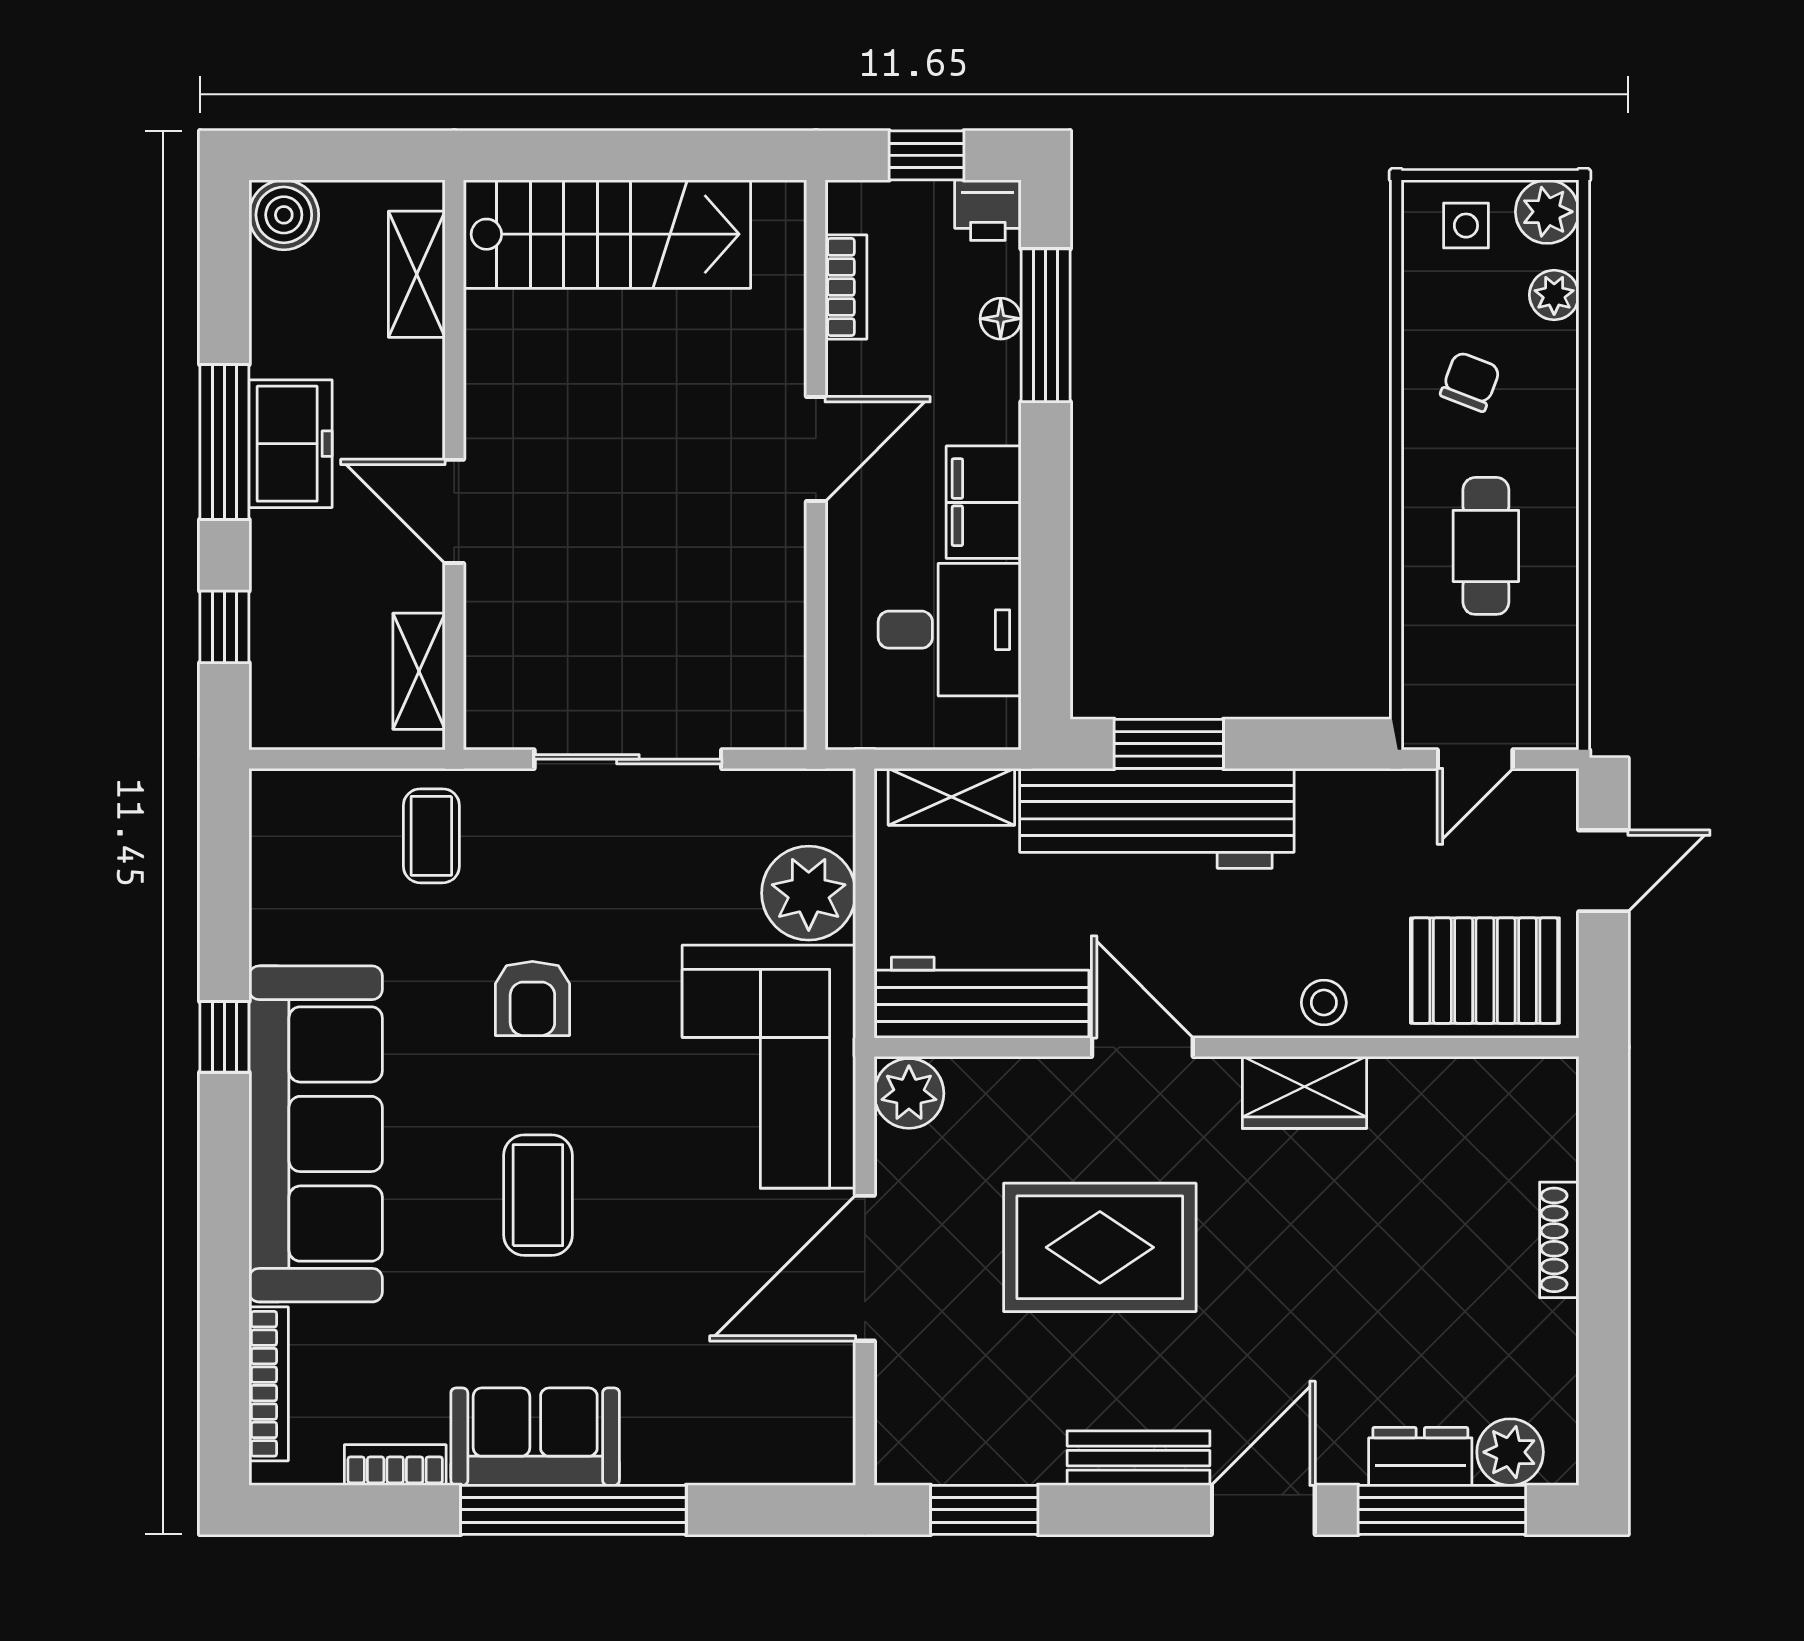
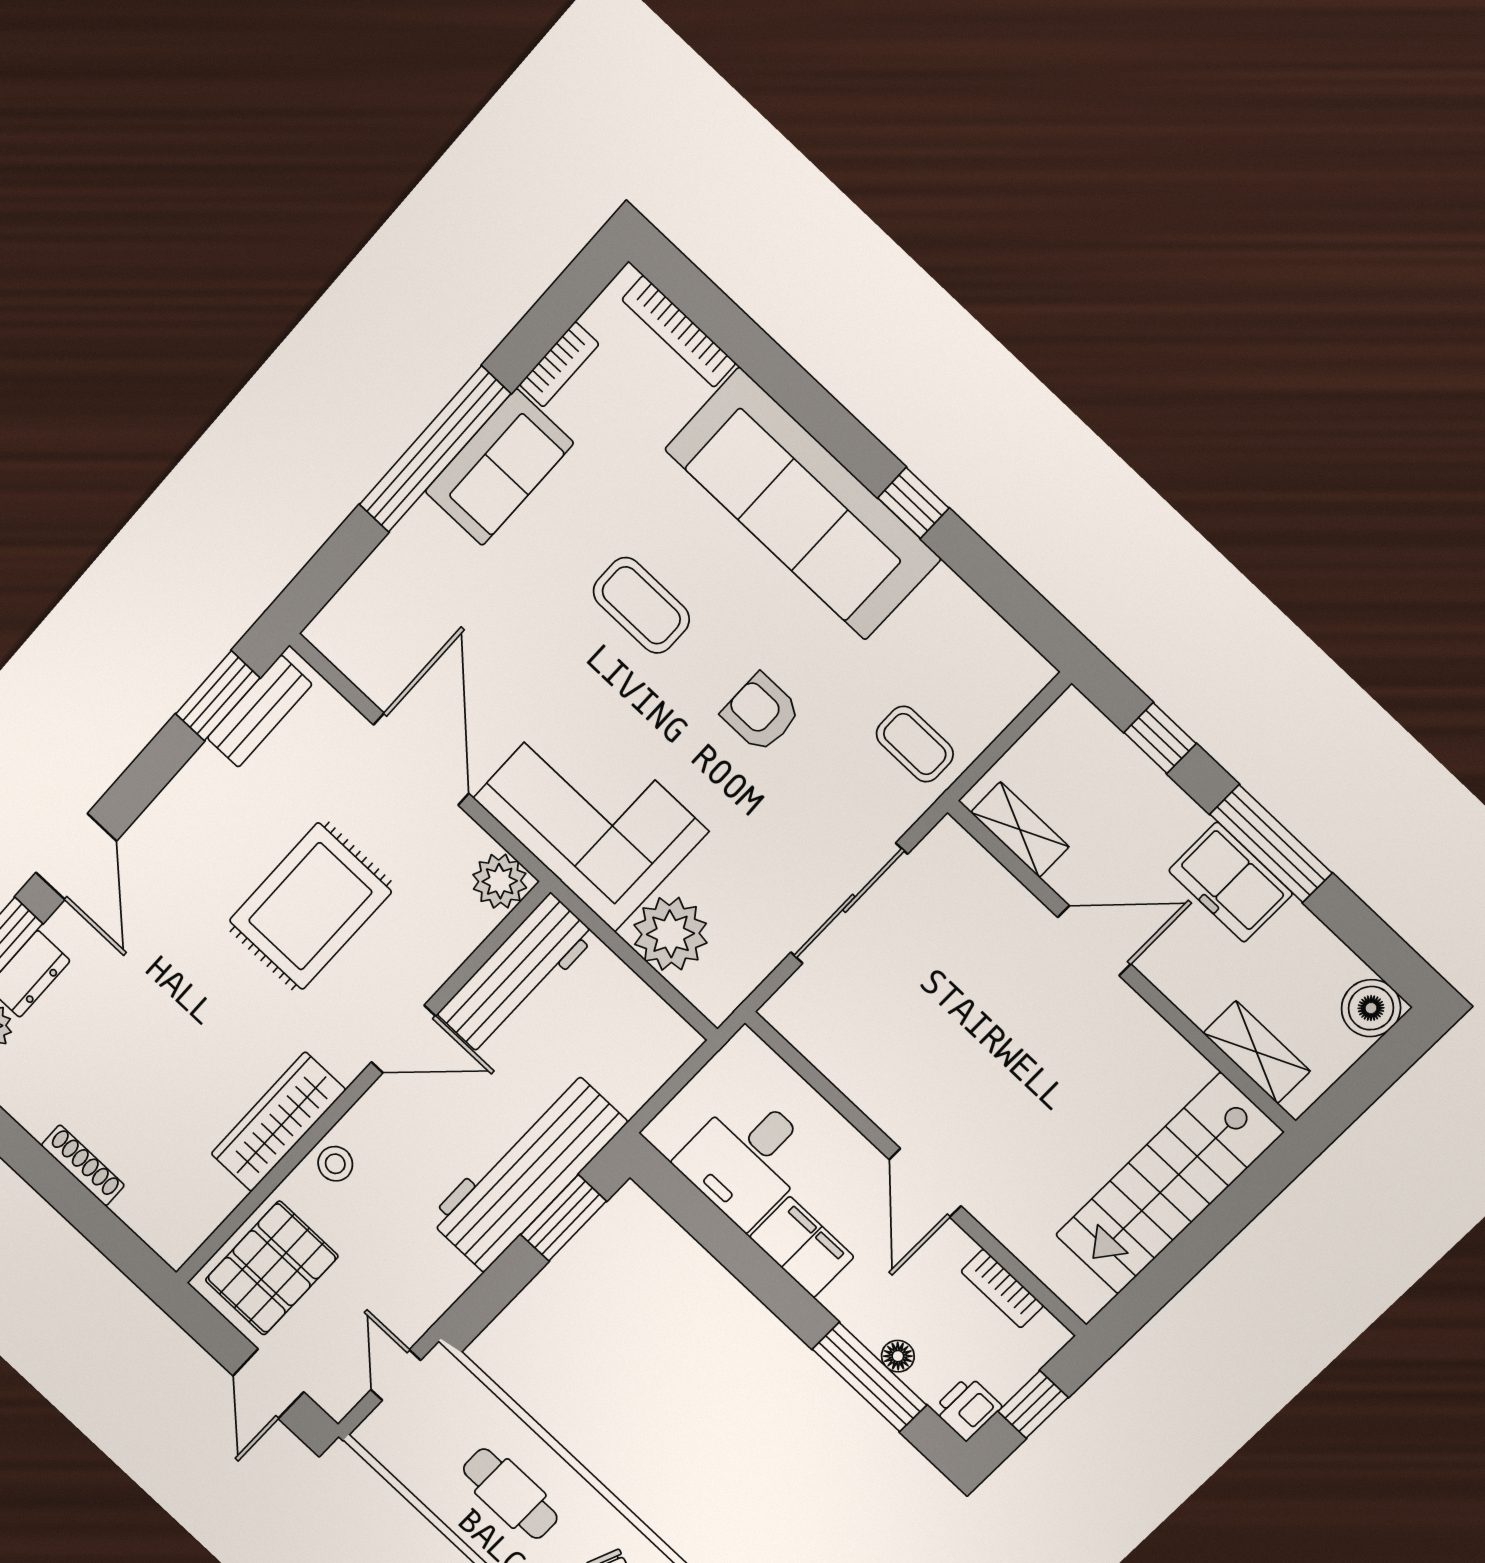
shelving: (951, 797) -> (649, 1068), removed
wardrobe: (1304, 1092) -> (278, 1122), width x1.50
bench: (1138, 1458) -> (260, 711), moved

